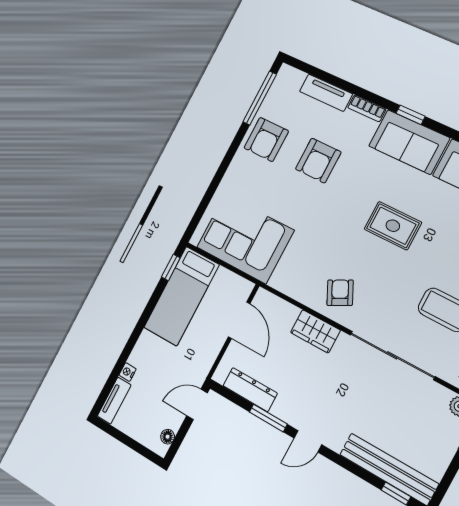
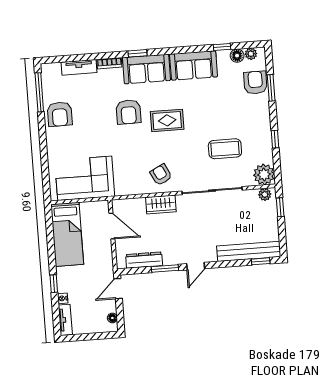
armchair: (318, 161) -> (128, 112), moved
window: (171, 267) -> (54, 284), moved

